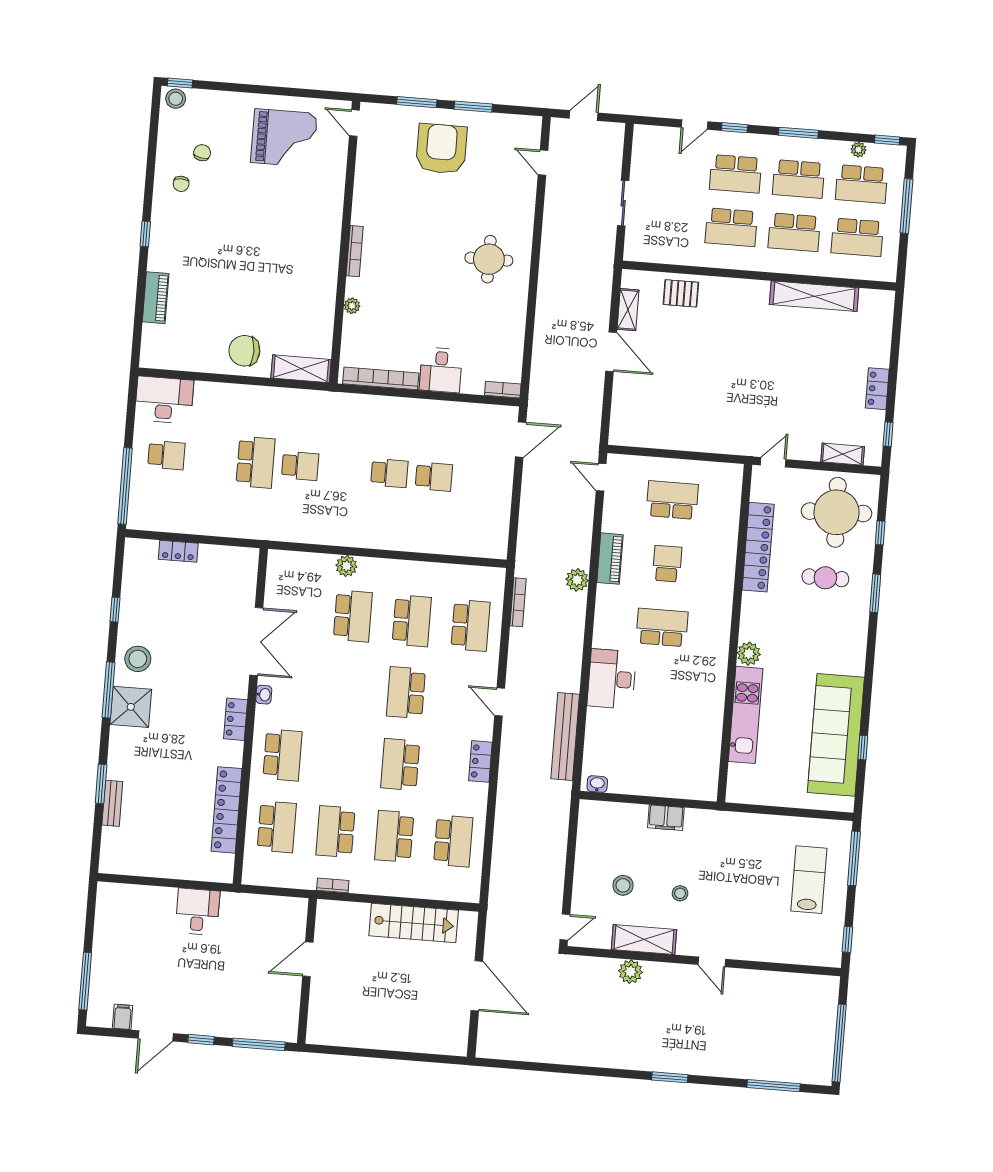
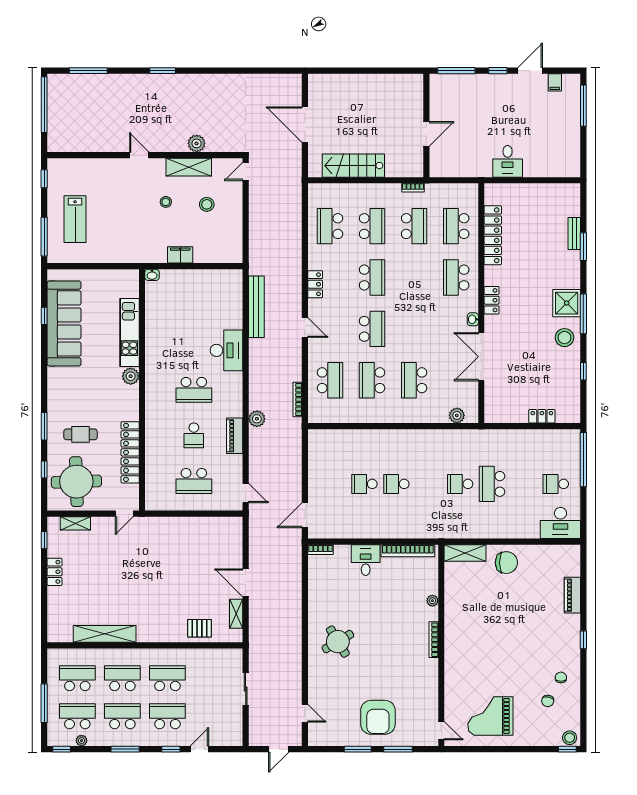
round table: (489, 259) -> (338, 642), turned -31
plant: (346, 566) -> (457, 415), moved
school desk: (470, 625) -> (330, 380), turned 180
washbasin: (597, 784) -> (152, 275), moved

